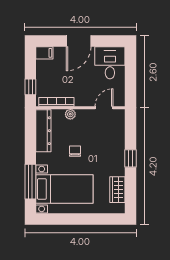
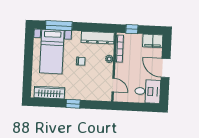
filing cabinet: (44, 53) -> (153, 41), width x2.00
wardrobe: (117, 190) -> (49, 93), width x1.50

